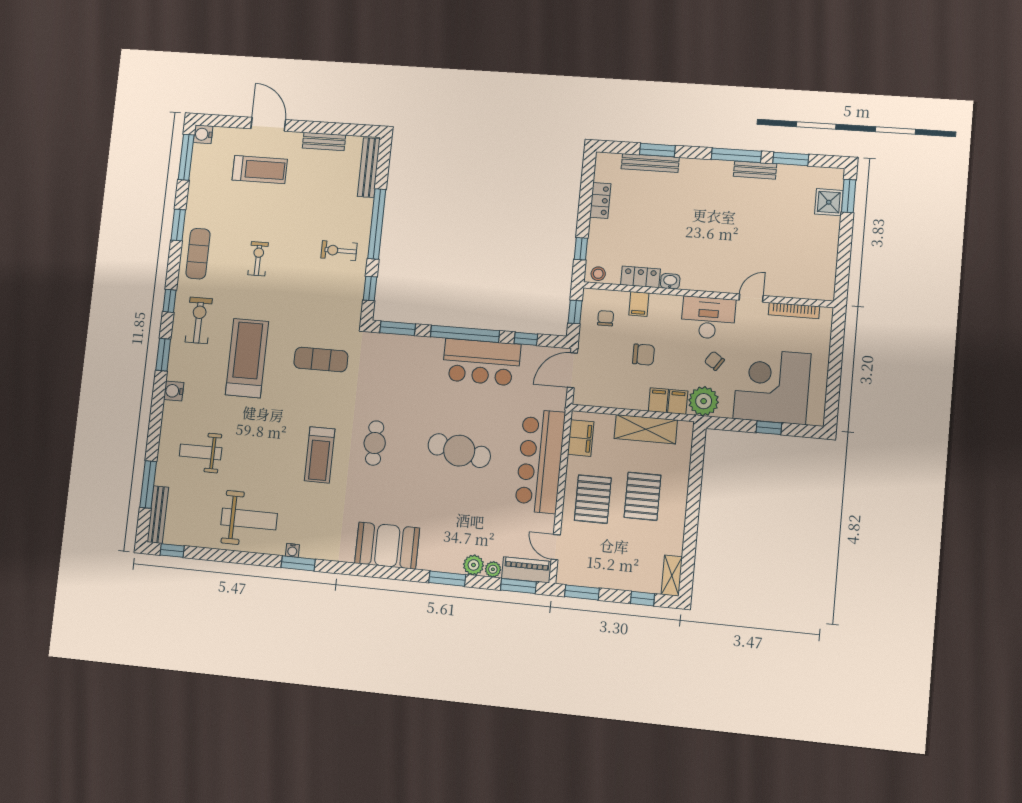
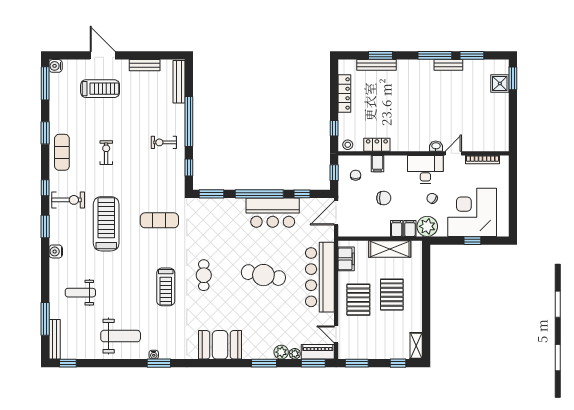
locker: (600, 200) -> (344, 94), width x1.53
washbasin: (670, 281) -> (436, 146), moved
exercise bike: (199, 320) -> (68, 200), turned 90

